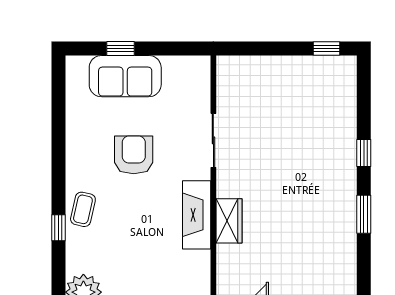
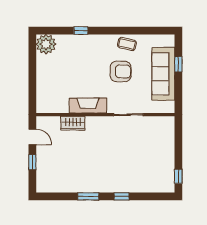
sofa: (125, 76) -> (163, 74), width x1.36
coffee table: (83, 209) -> (127, 44), moved
wardrobe: (229, 221) -> (73, 123), moved

